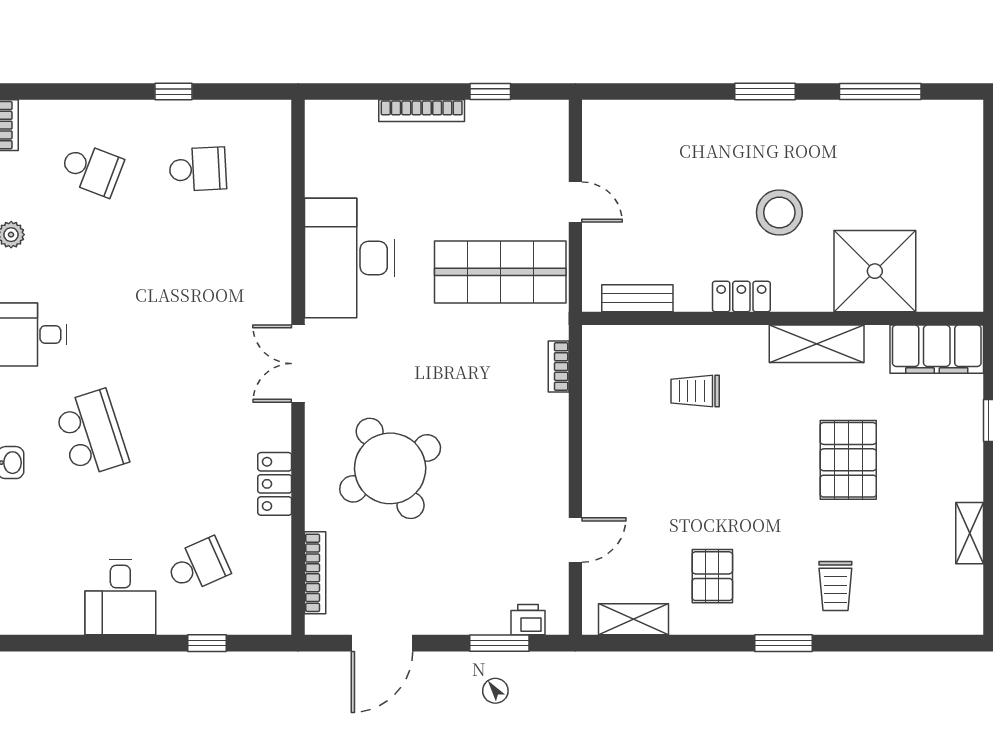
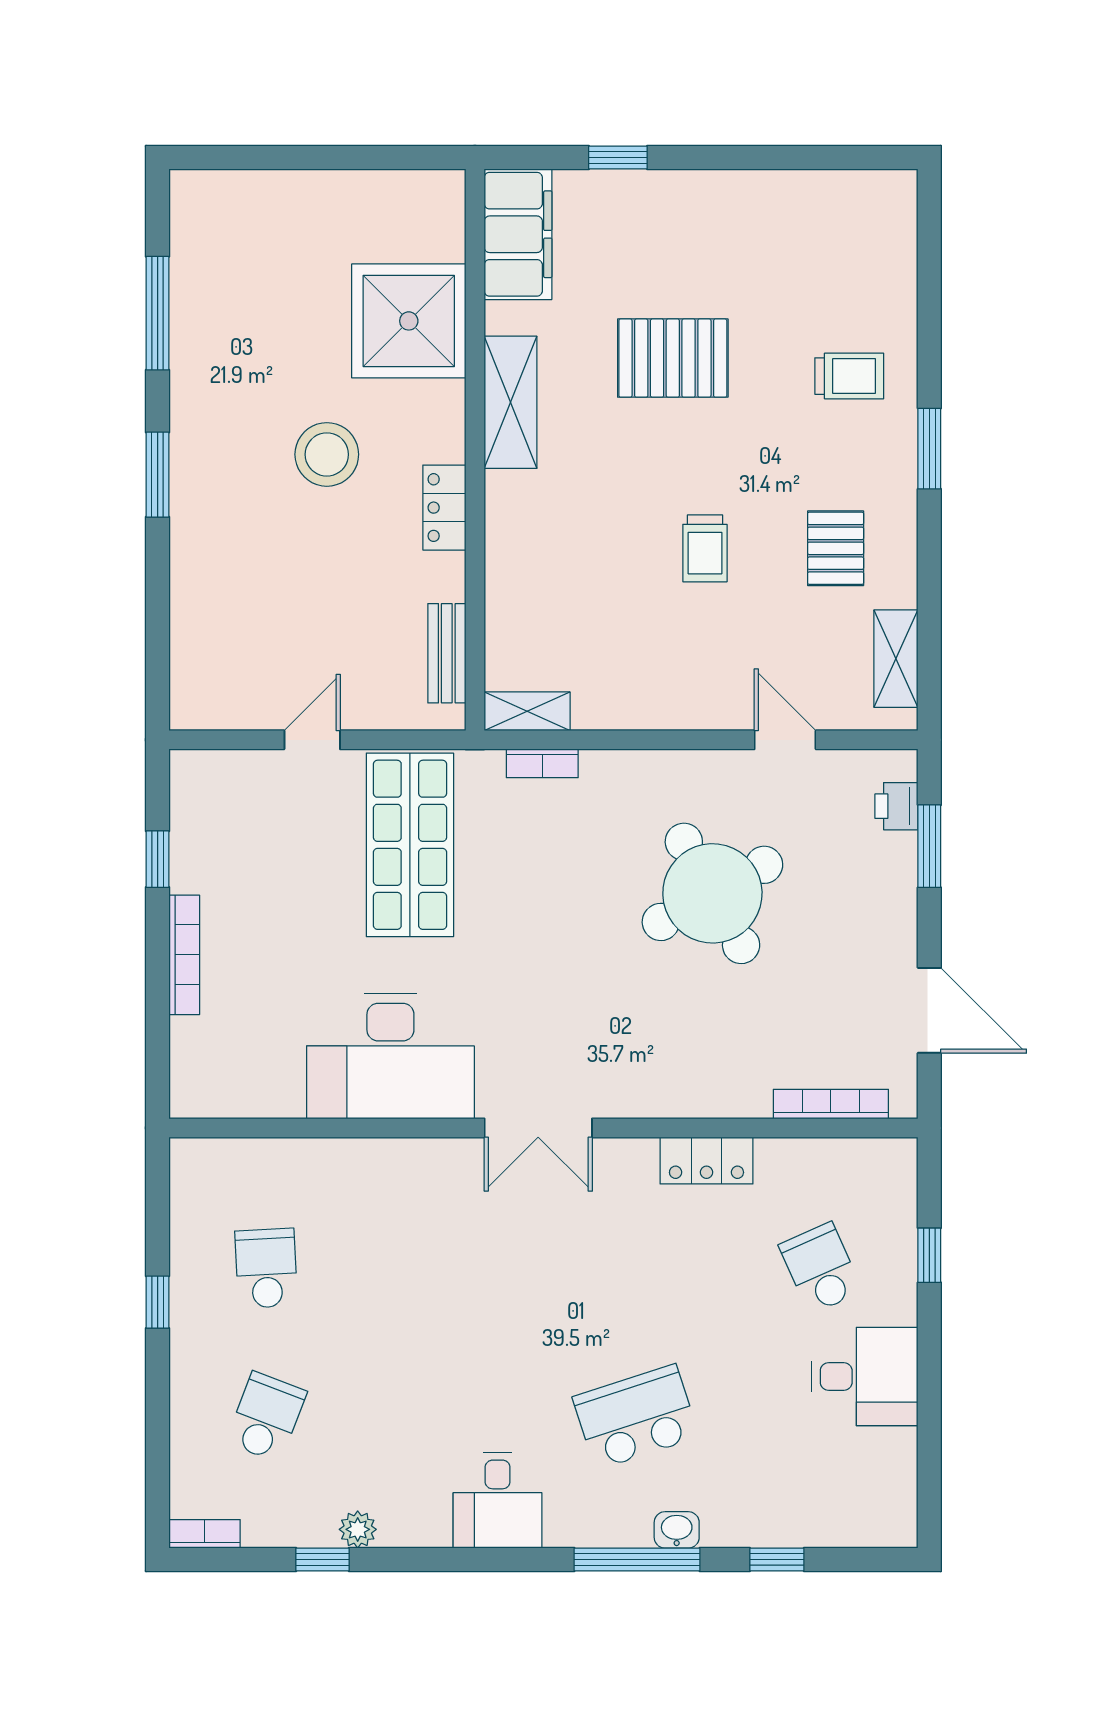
trolley: (695, 391) -> (705, 548), moved
round table: (390, 468) -> (712, 893), moved
shelving: (970, 533) -> (527, 711), moved
pallet: (712, 576) -> (836, 548), turned 90

